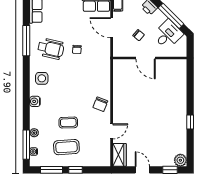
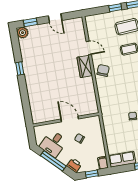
door: (112, 28) -> (105, 141), removed
door: (112, 131) -> (89, 48), swing flipped
wardrobe: (119, 155) -> (85, 66), moved

